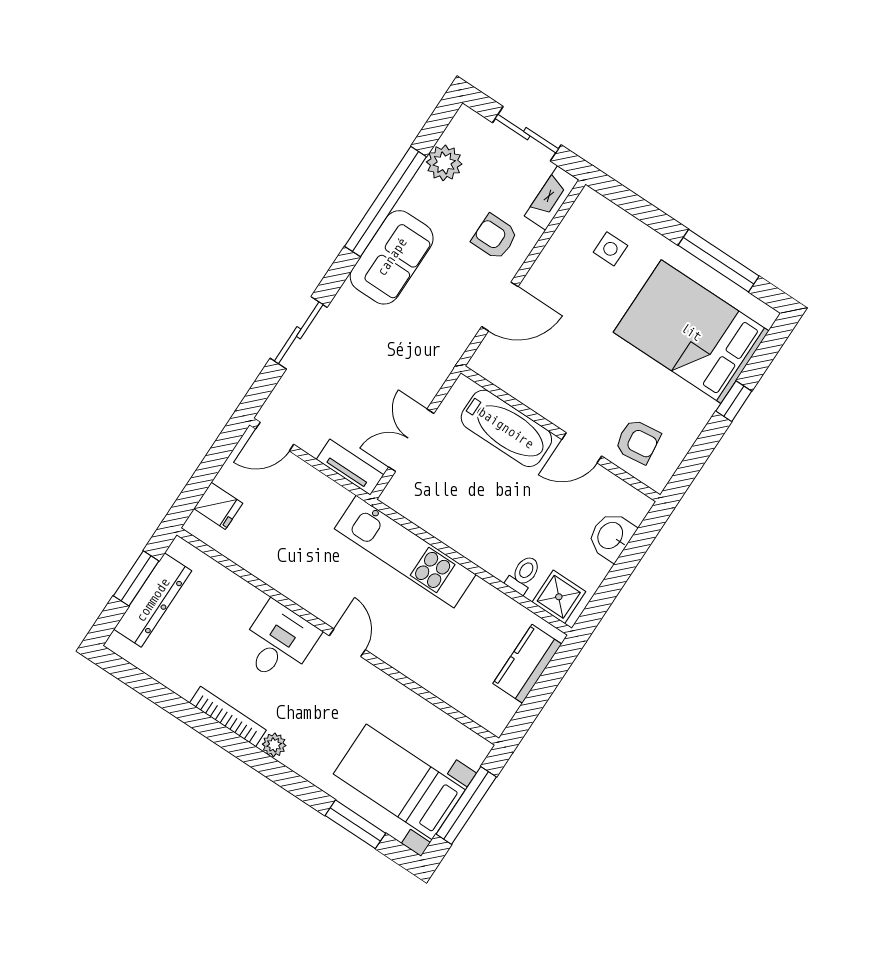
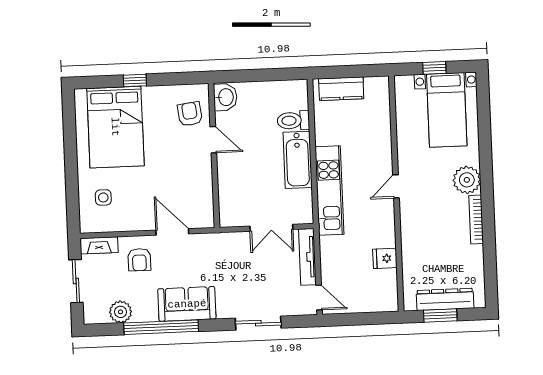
window: (719, 261) -> (70, 139), removed
bathtub: (506, 428) -> (298, 160), moved, turned 180
tv unit: (350, 467) -> (307, 257), width x1.41
fridge: (218, 506) -> (385, 258), moved, turned -90
washbasin: (611, 536) -> (225, 97), moved, turned -90
toilet: (523, 575) -> (293, 121), width x1.37, depth x1.39
shower: (559, 597) -> (296, 97), removed
desk: (278, 642) -> (421, 221), removed
plant: (274, 745) -> (467, 180), width x1.87, depth x1.87
window: (466, 805) -> (434, 68), width x0.46
window: (355, 824) -> (484, 117), removed

